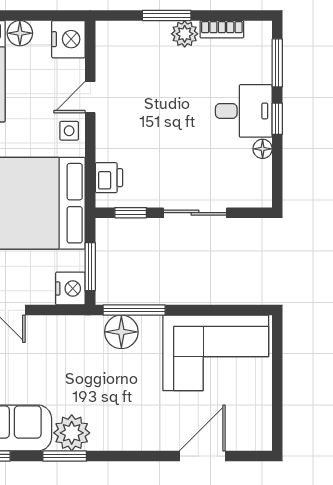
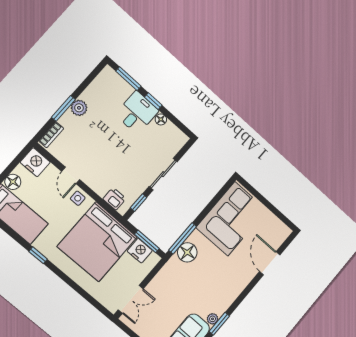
bookcase: (222, 29) -> (51, 135), moved
nightstand: (70, 288) -> (140, 251), moved
plant: (72, 433) -> (213, 319), width x0.53, depth x0.53

